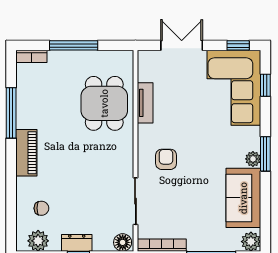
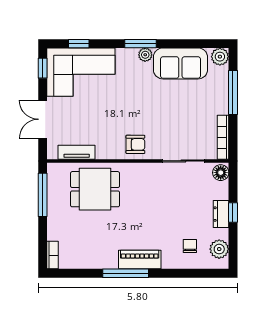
window: (74, 45) -> (43, 195), moved
tv unit: (145, 103) -> (77, 152), moved
window: (11, 113) -> (126, 273), moved
armchair: (166, 159) -> (135, 144), moved, turned 180

